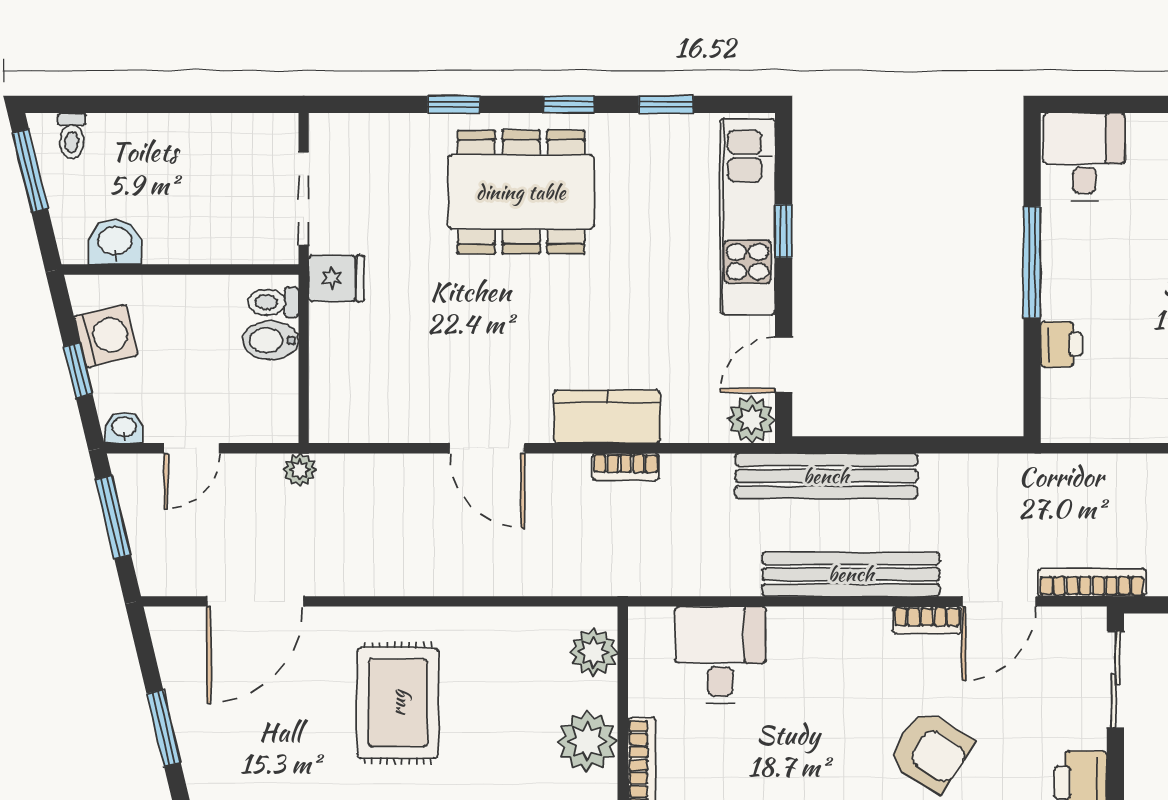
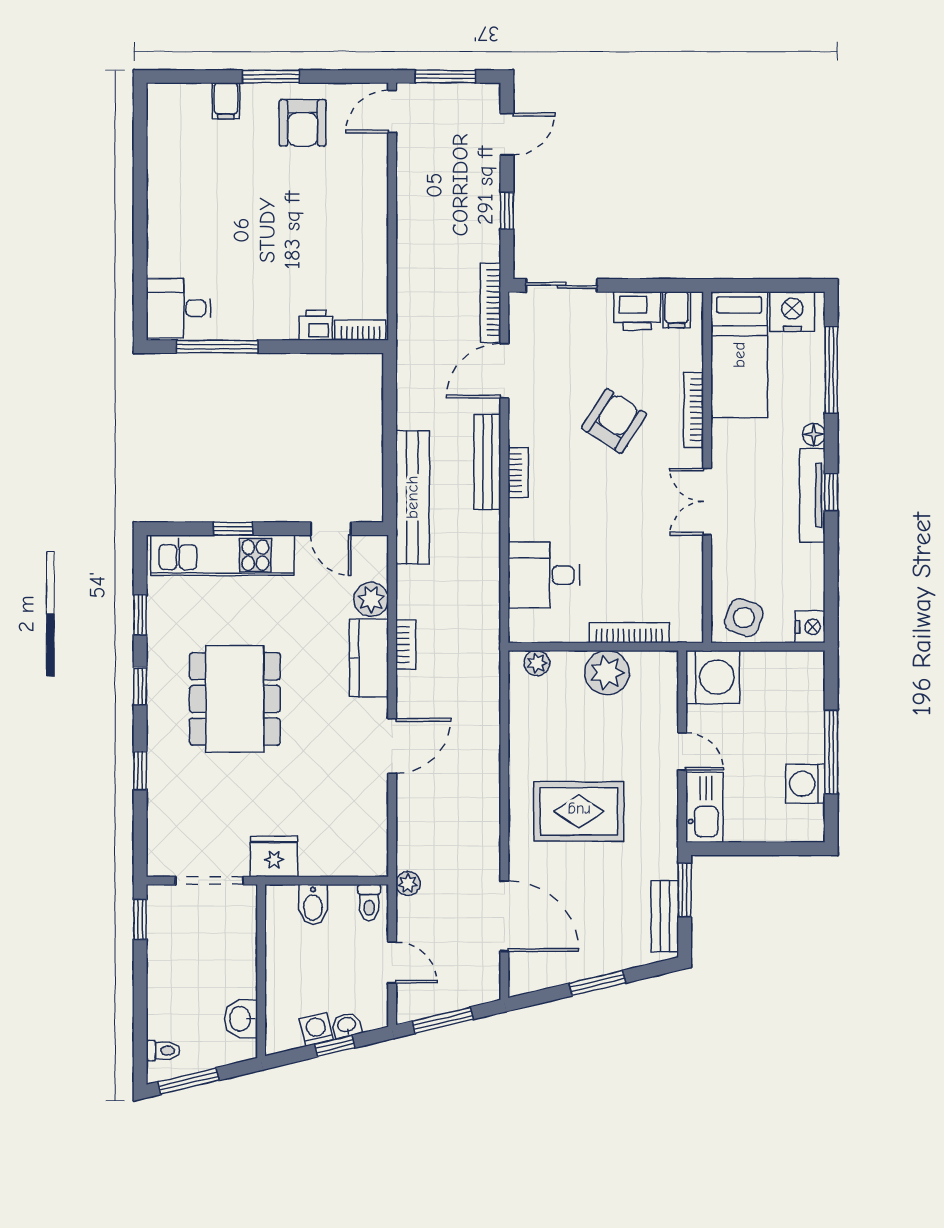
window: (251, 104) -> (140, 919), added
dining table: (521, 192) -> (235, 699), moved
window: (1032, 262) -> (217, 347), moved
fridge: (336, 278) -> (274, 856), width x1.38
toilet: (273, 302) -> (369, 903), moved
washing machine: (106, 336) -> (316, 1029), width x0.73, depth x0.73
bookcase: (1054, 405) -> (360, 330), added
plant: (752, 420) -> (371, 599), moved
washbasin: (124, 428) -> (347, 1025), moved, turned 77
bench: (851, 574) -> (487, 462), width x0.73, depth x0.82
door: (999, 601) -> (504, 371), swing flipped
bookcase: (927, 620) -> (518, 472), moved
plant: (594, 652) -> (537, 663), width x0.73, depth x0.73

